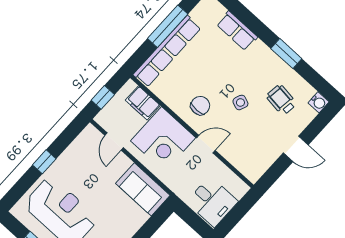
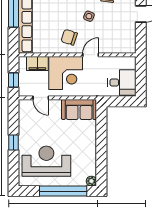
chair: (200, 106) -> (69, 37), turned -72

